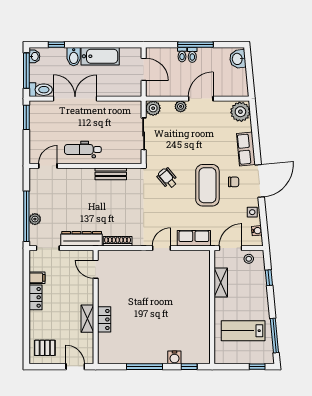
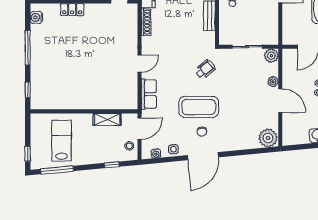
row of seats: (246, 149) -> (233, 143), removed
door: (260, 181) -> (203, 156), hinge flipped
door: (161, 248) -> (139, 64), hinge flipped
door: (230, 248) -> (139, 129), hinge flipped
water cooler: (174, 357) -> (36, 17), moved

